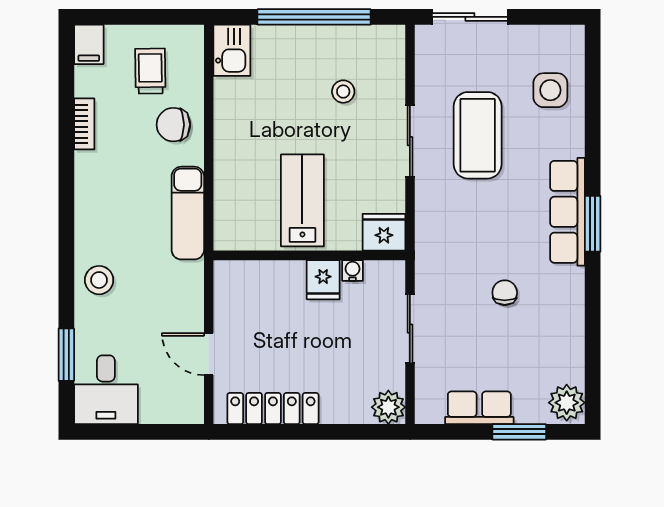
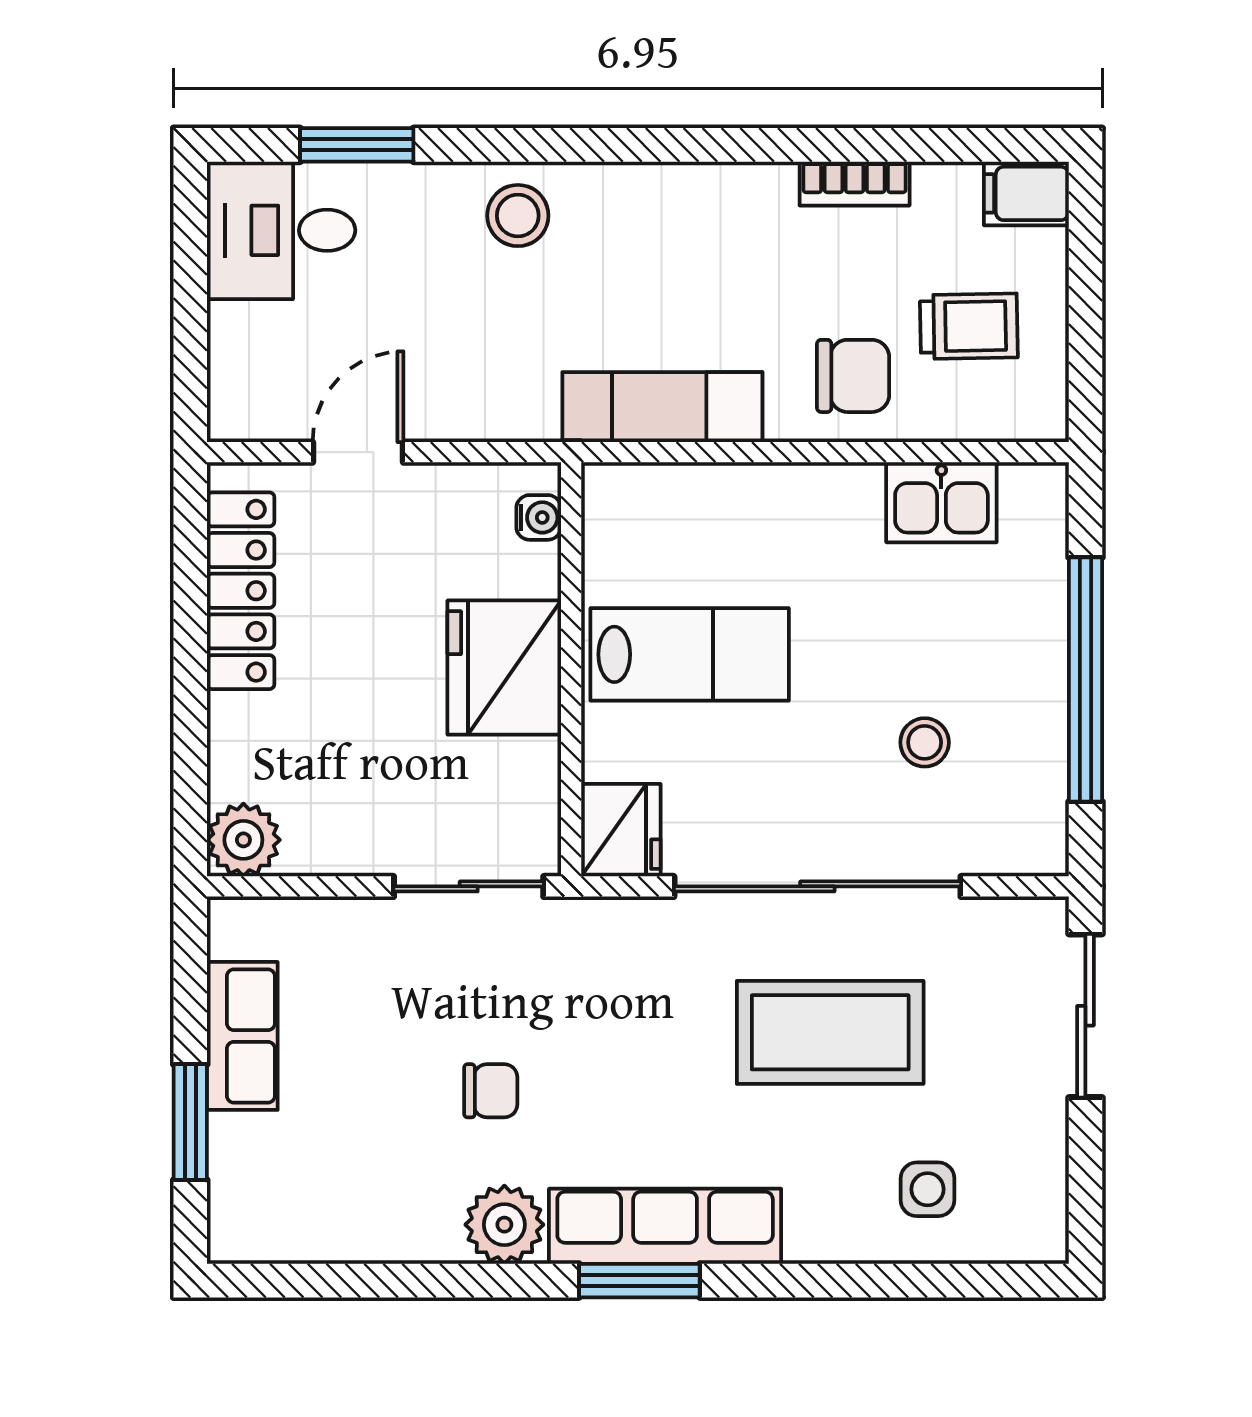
kitchen sink: (232, 50) -> (941, 502), moved
side table: (550, 90) -> (928, 1189), width x0.73, depth x0.73
chair: (173, 125) -> (853, 376), turned 90
sliding door: (410, 141) -> (817, 886), width x1.86
water cooler: (353, 270) -> (539, 517), moved
fridge: (323, 280) -> (504, 668), width x1.88, depth x1.34
sliding door: (410, 329) -> (469, 886), moved
plant: (567, 403) -> (504, 1225), moved

